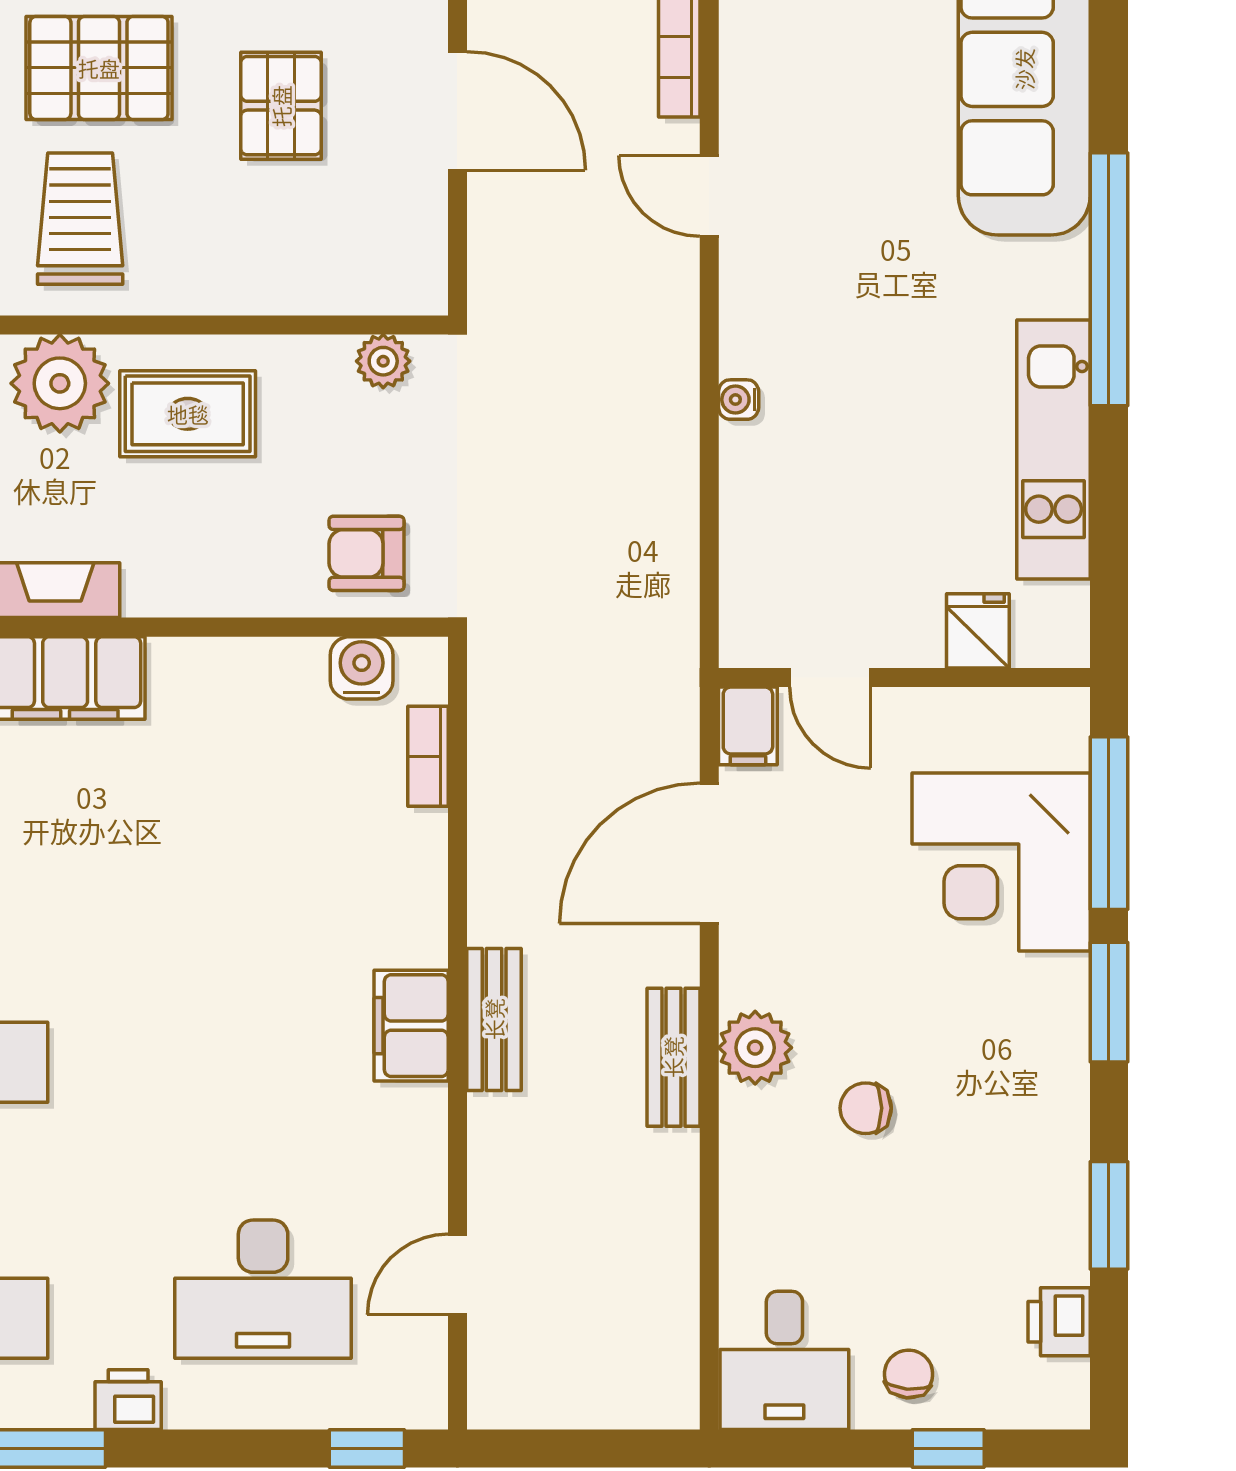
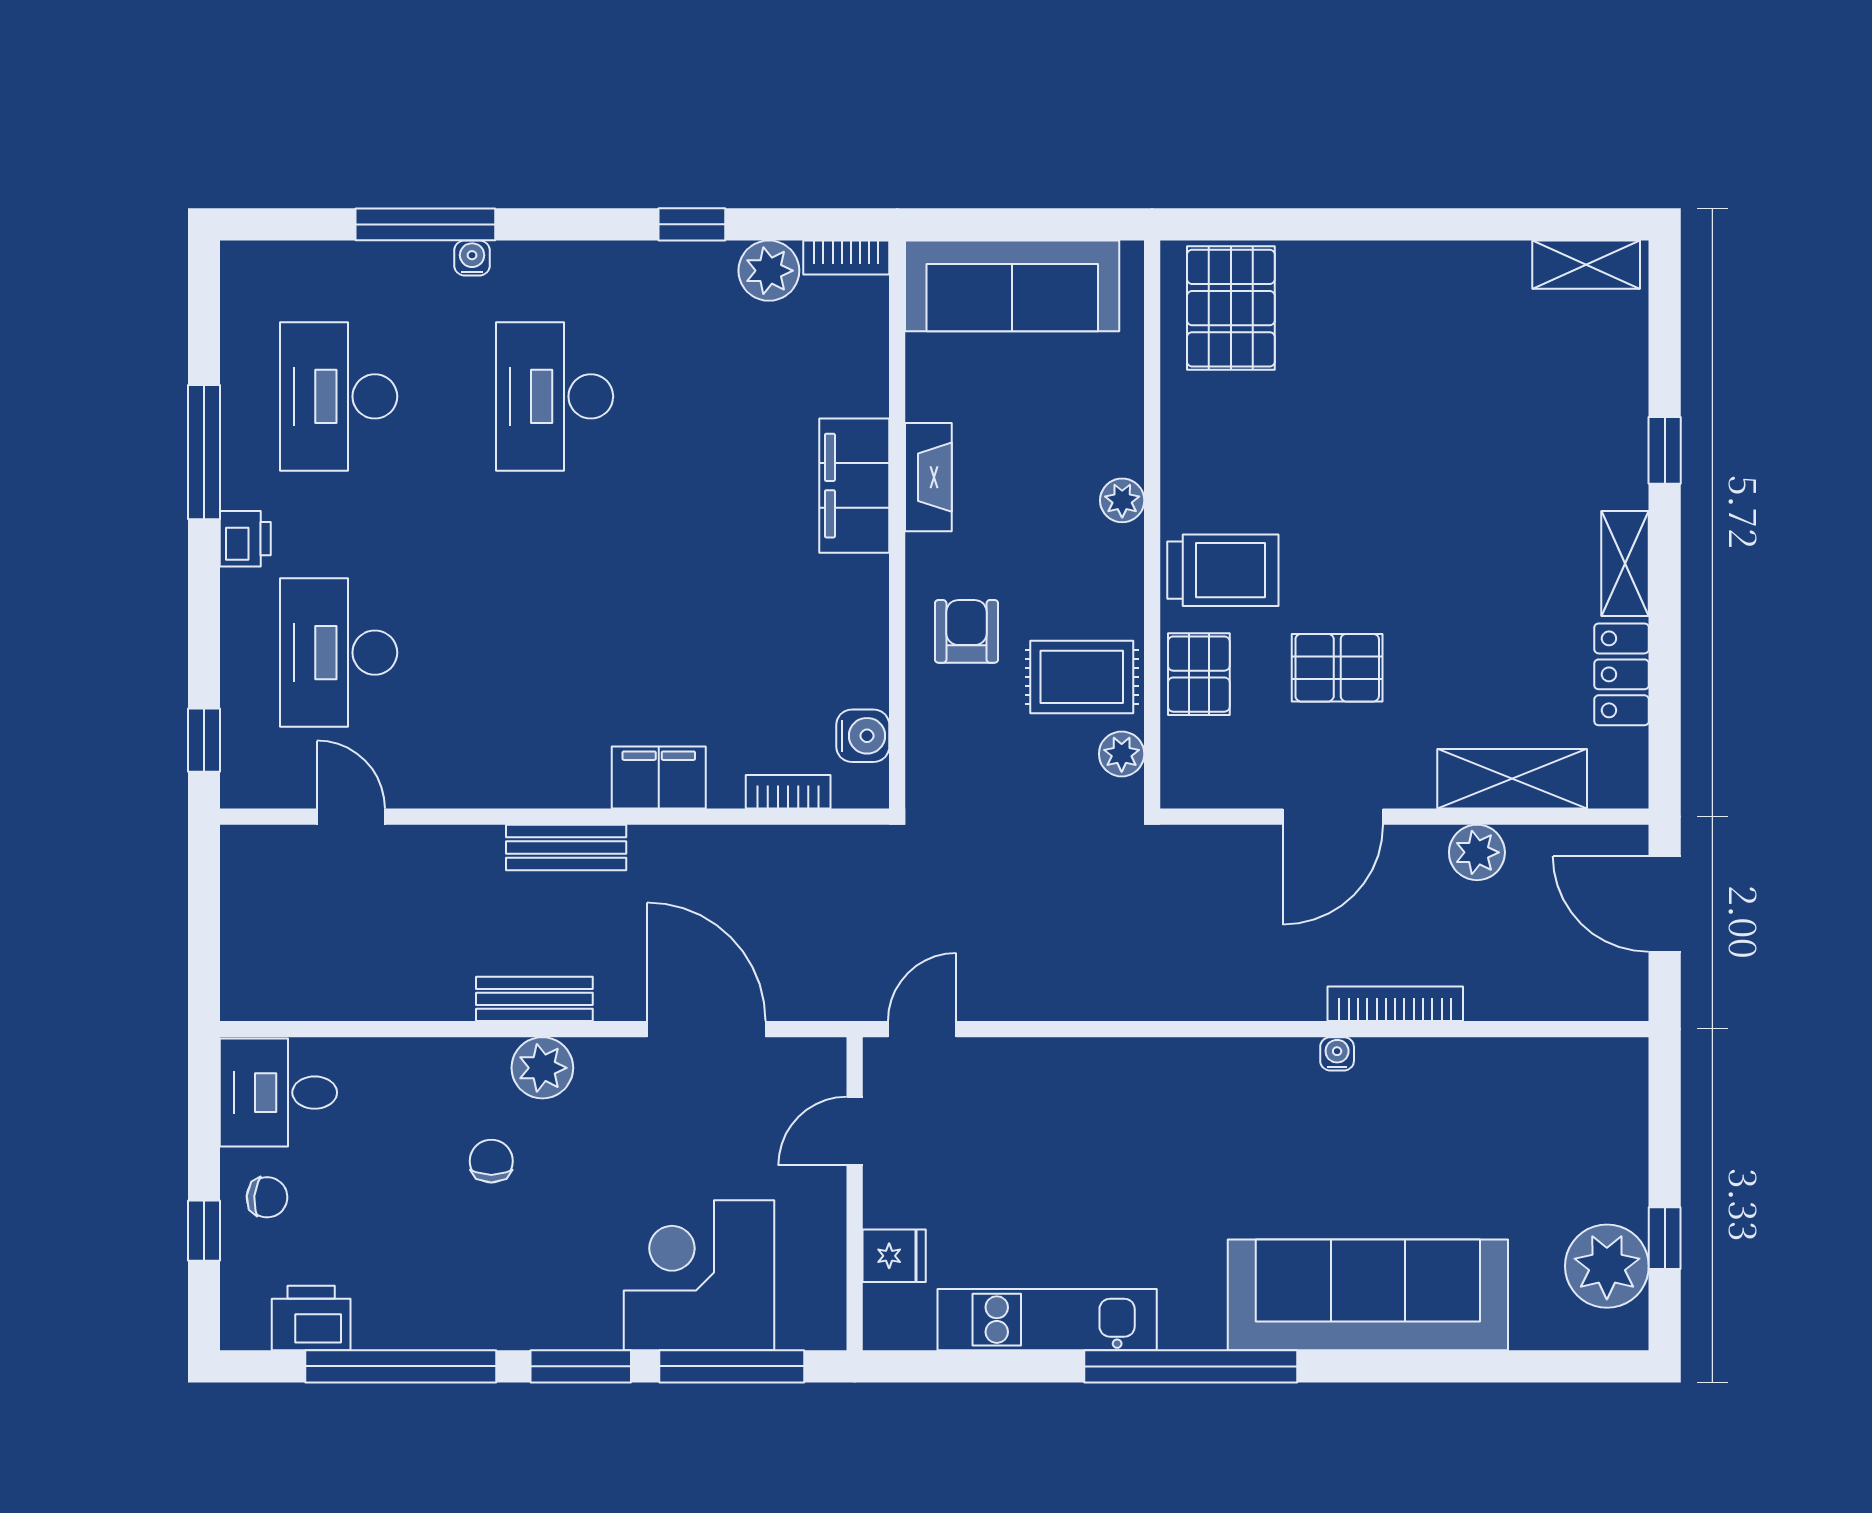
pallet: (99, 68) -> (1199, 674), moved, width x0.67, depth x0.71
door: (709, 196) -> (922, 1029), moved
trolley: (80, 219) -> (1223, 570), moved
plant: (60, 383) -> (1122, 500), width x0.53, depth x0.53
water cooler: (739, 400) -> (1337, 1054), moved
rug: (188, 414) -> (1082, 677), moved, turned 90
armchair: (366, 553) -> (966, 631), moved
filing cabinet: (748, 726) -> (814, 1062), removed
filing cabinet: (411, 1026) -> (659, 777), moved
window: (1109, 1215) -> (401, 1366), width x2.11
printer: (1059, 1322) -> (311, 1318), width x1.36, depth x1.24

